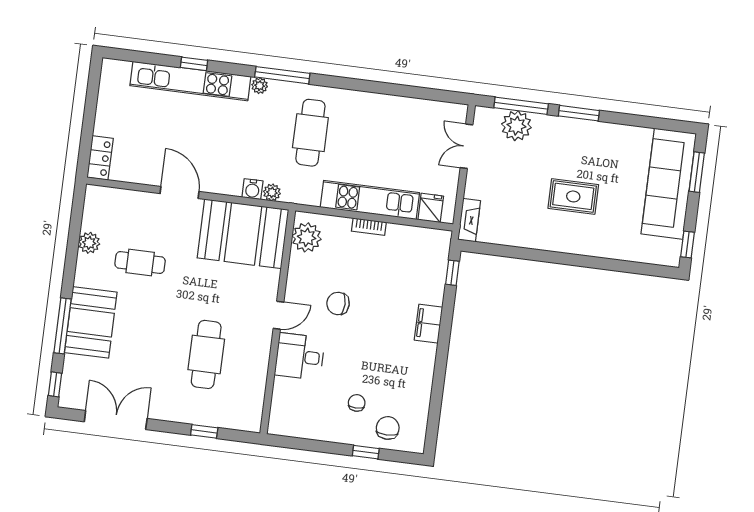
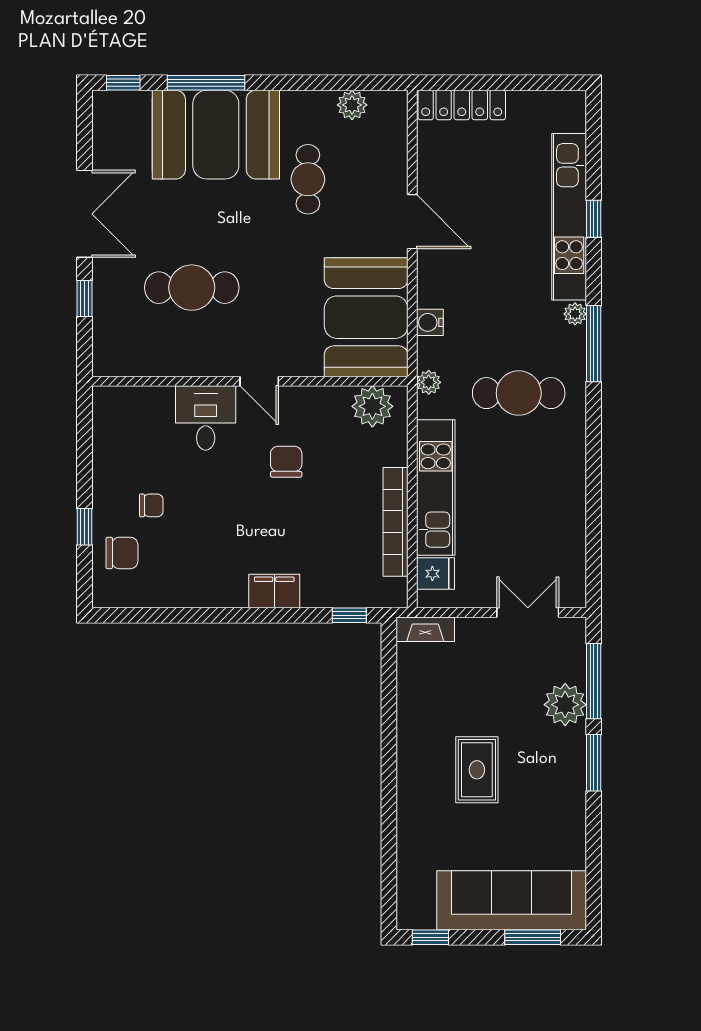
plant: (516, 126) -> (565, 705), moved
locker: (100, 158) -> (462, 105), width x1.53
door: (180, 192) -> (412, 222), hinge flipped
plant: (272, 192) -> (429, 382), moved
bookcase: (369, 227) -> (395, 522), width x2.31, depth x1.31
plant: (89, 243) -> (352, 105), moved
booth: (91, 322) -> (216, 135), width x1.36, depth x1.42
double door: (116, 420) -> (84, 214), moved

